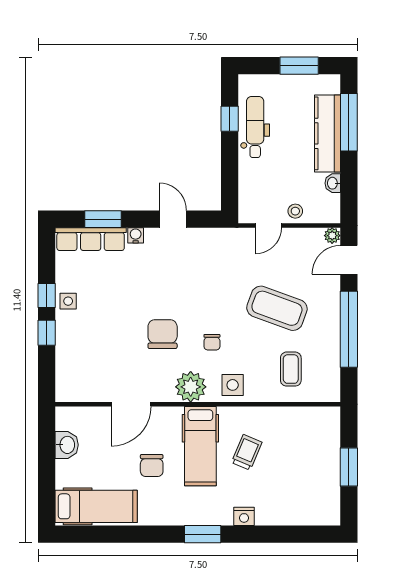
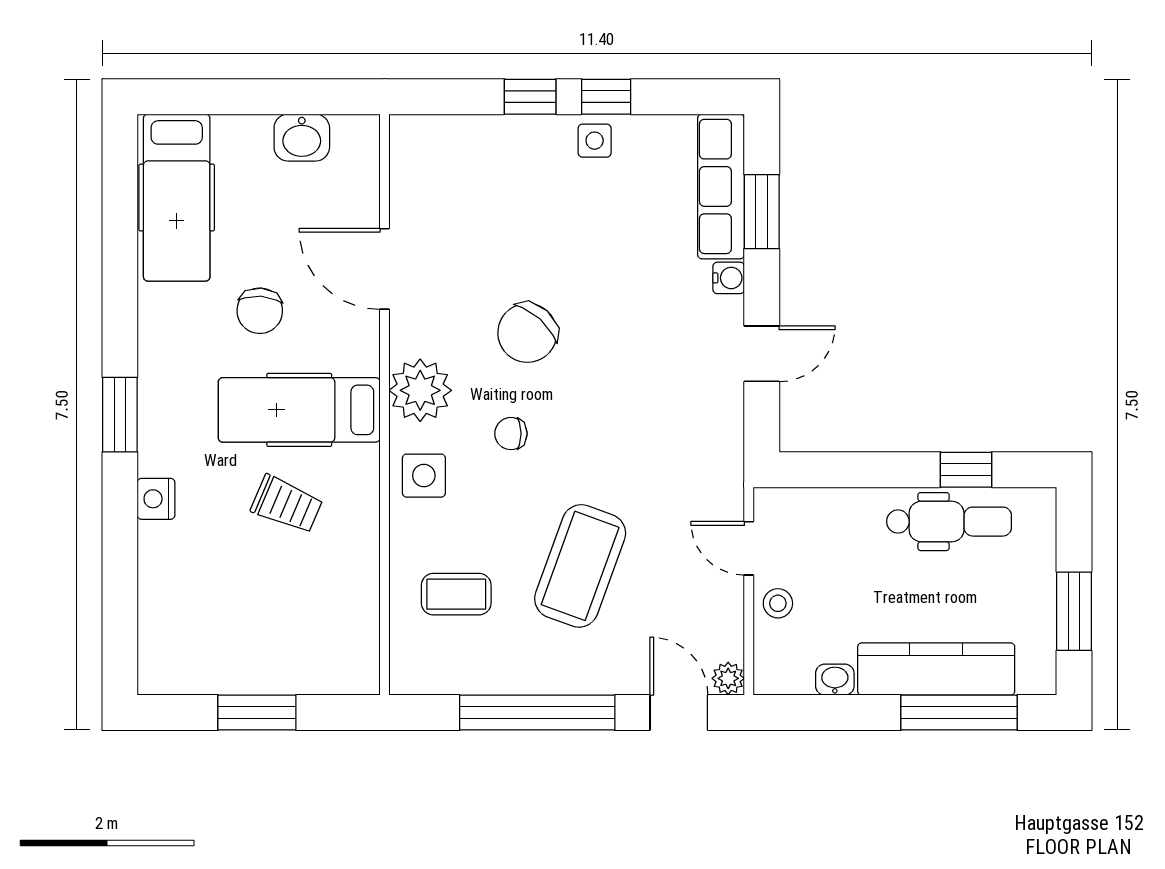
chair: (163, 334) -> (527, 333), turned 132
chair: (152, 466) -> (260, 311), turned -86

